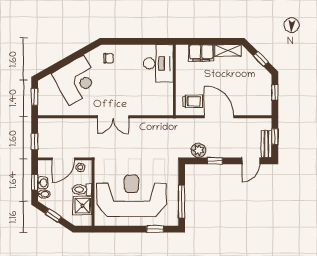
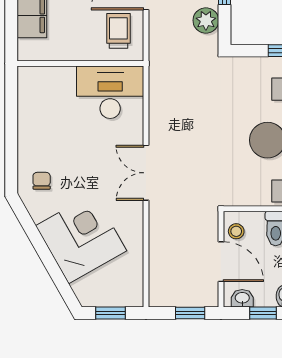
desk: (158, 63) -> (110, 92), moved
double door: (113, 117) -> (146, 173), swing flipped
washbasin: (43, 183) -> (242, 298), moved

